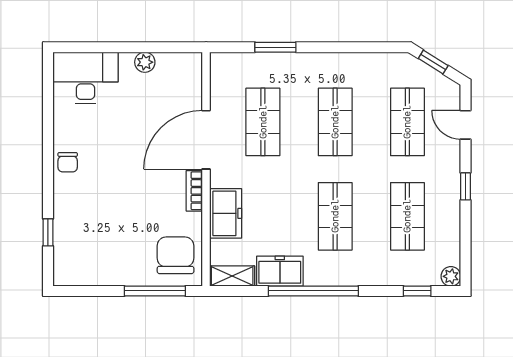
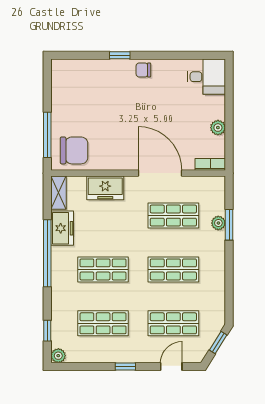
plant: (273, 62) -> (218, 223), added
desk: (85, 78) -> (206, 77), width x0.73
bookcase: (194, 191) -> (210, 164), moved
window: (48, 232) -> (120, 55), moved

